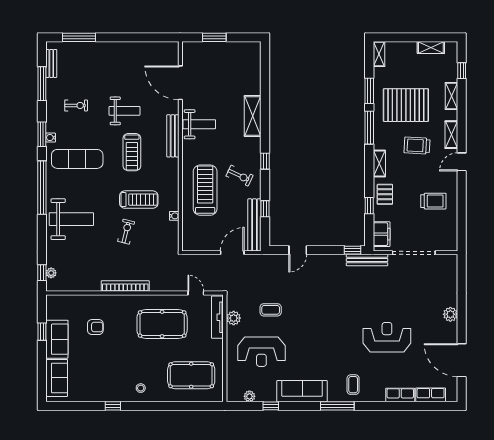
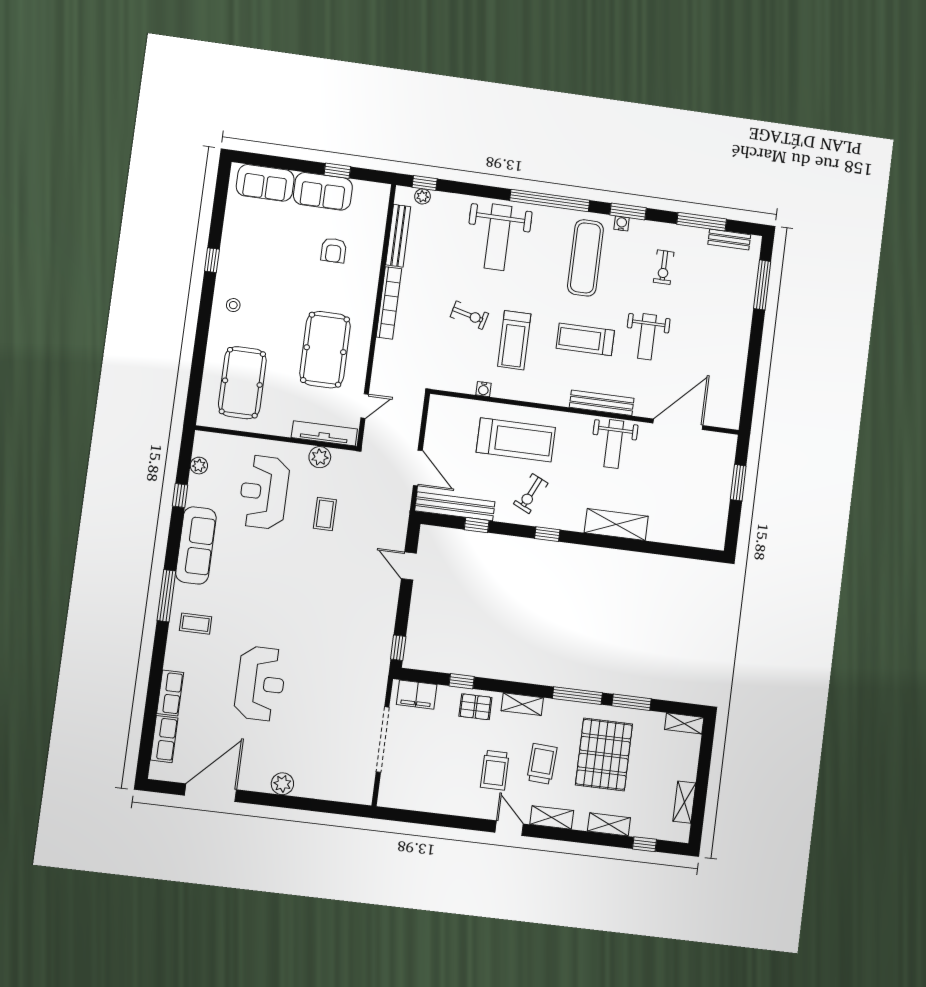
trolley: (433, 201) -> (495, 770), moved
bench: (367, 260) -> (398, 236), moved

